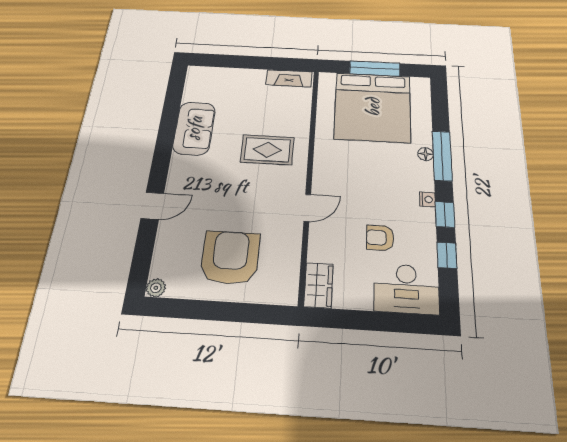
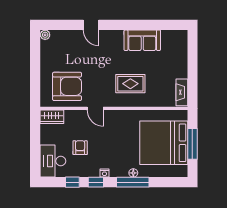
rug: (267, 150) -> (130, 84), turned 90
armchair: (230, 257) -> (67, 86), moved

